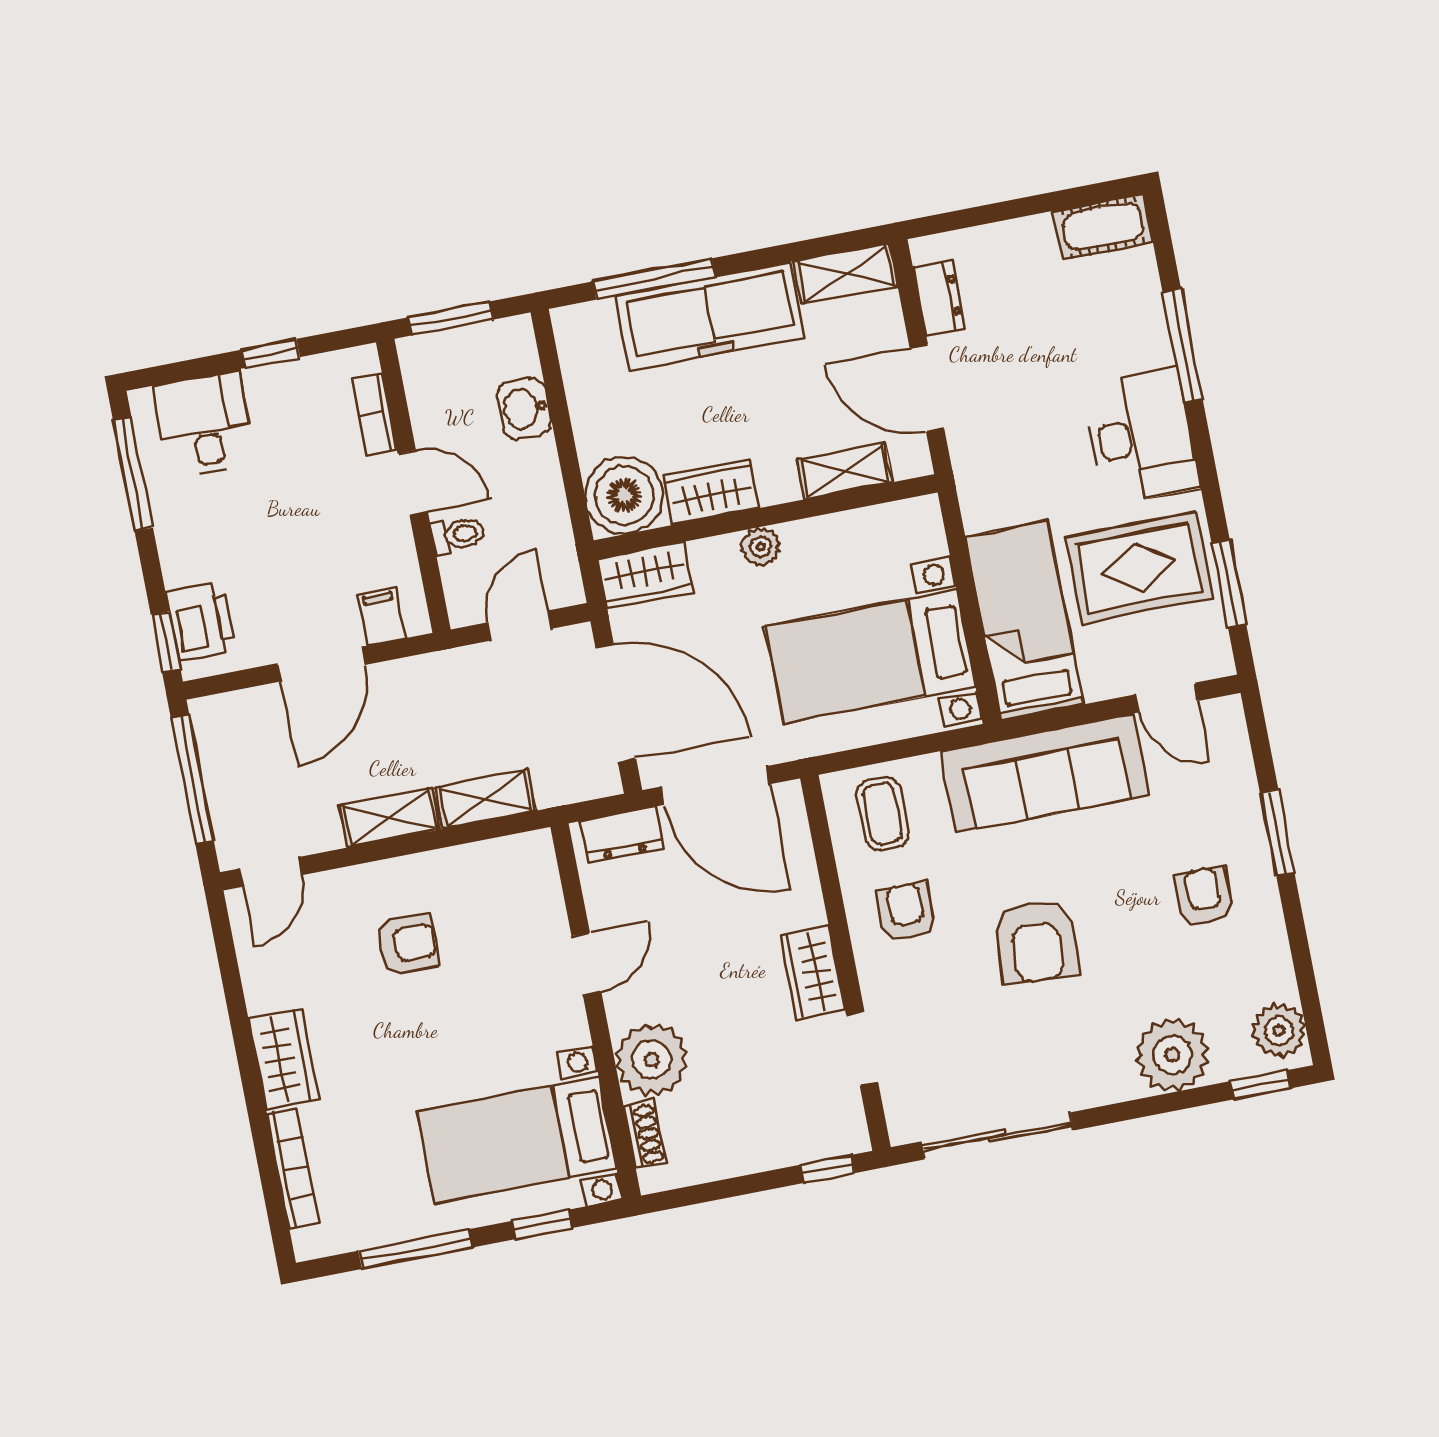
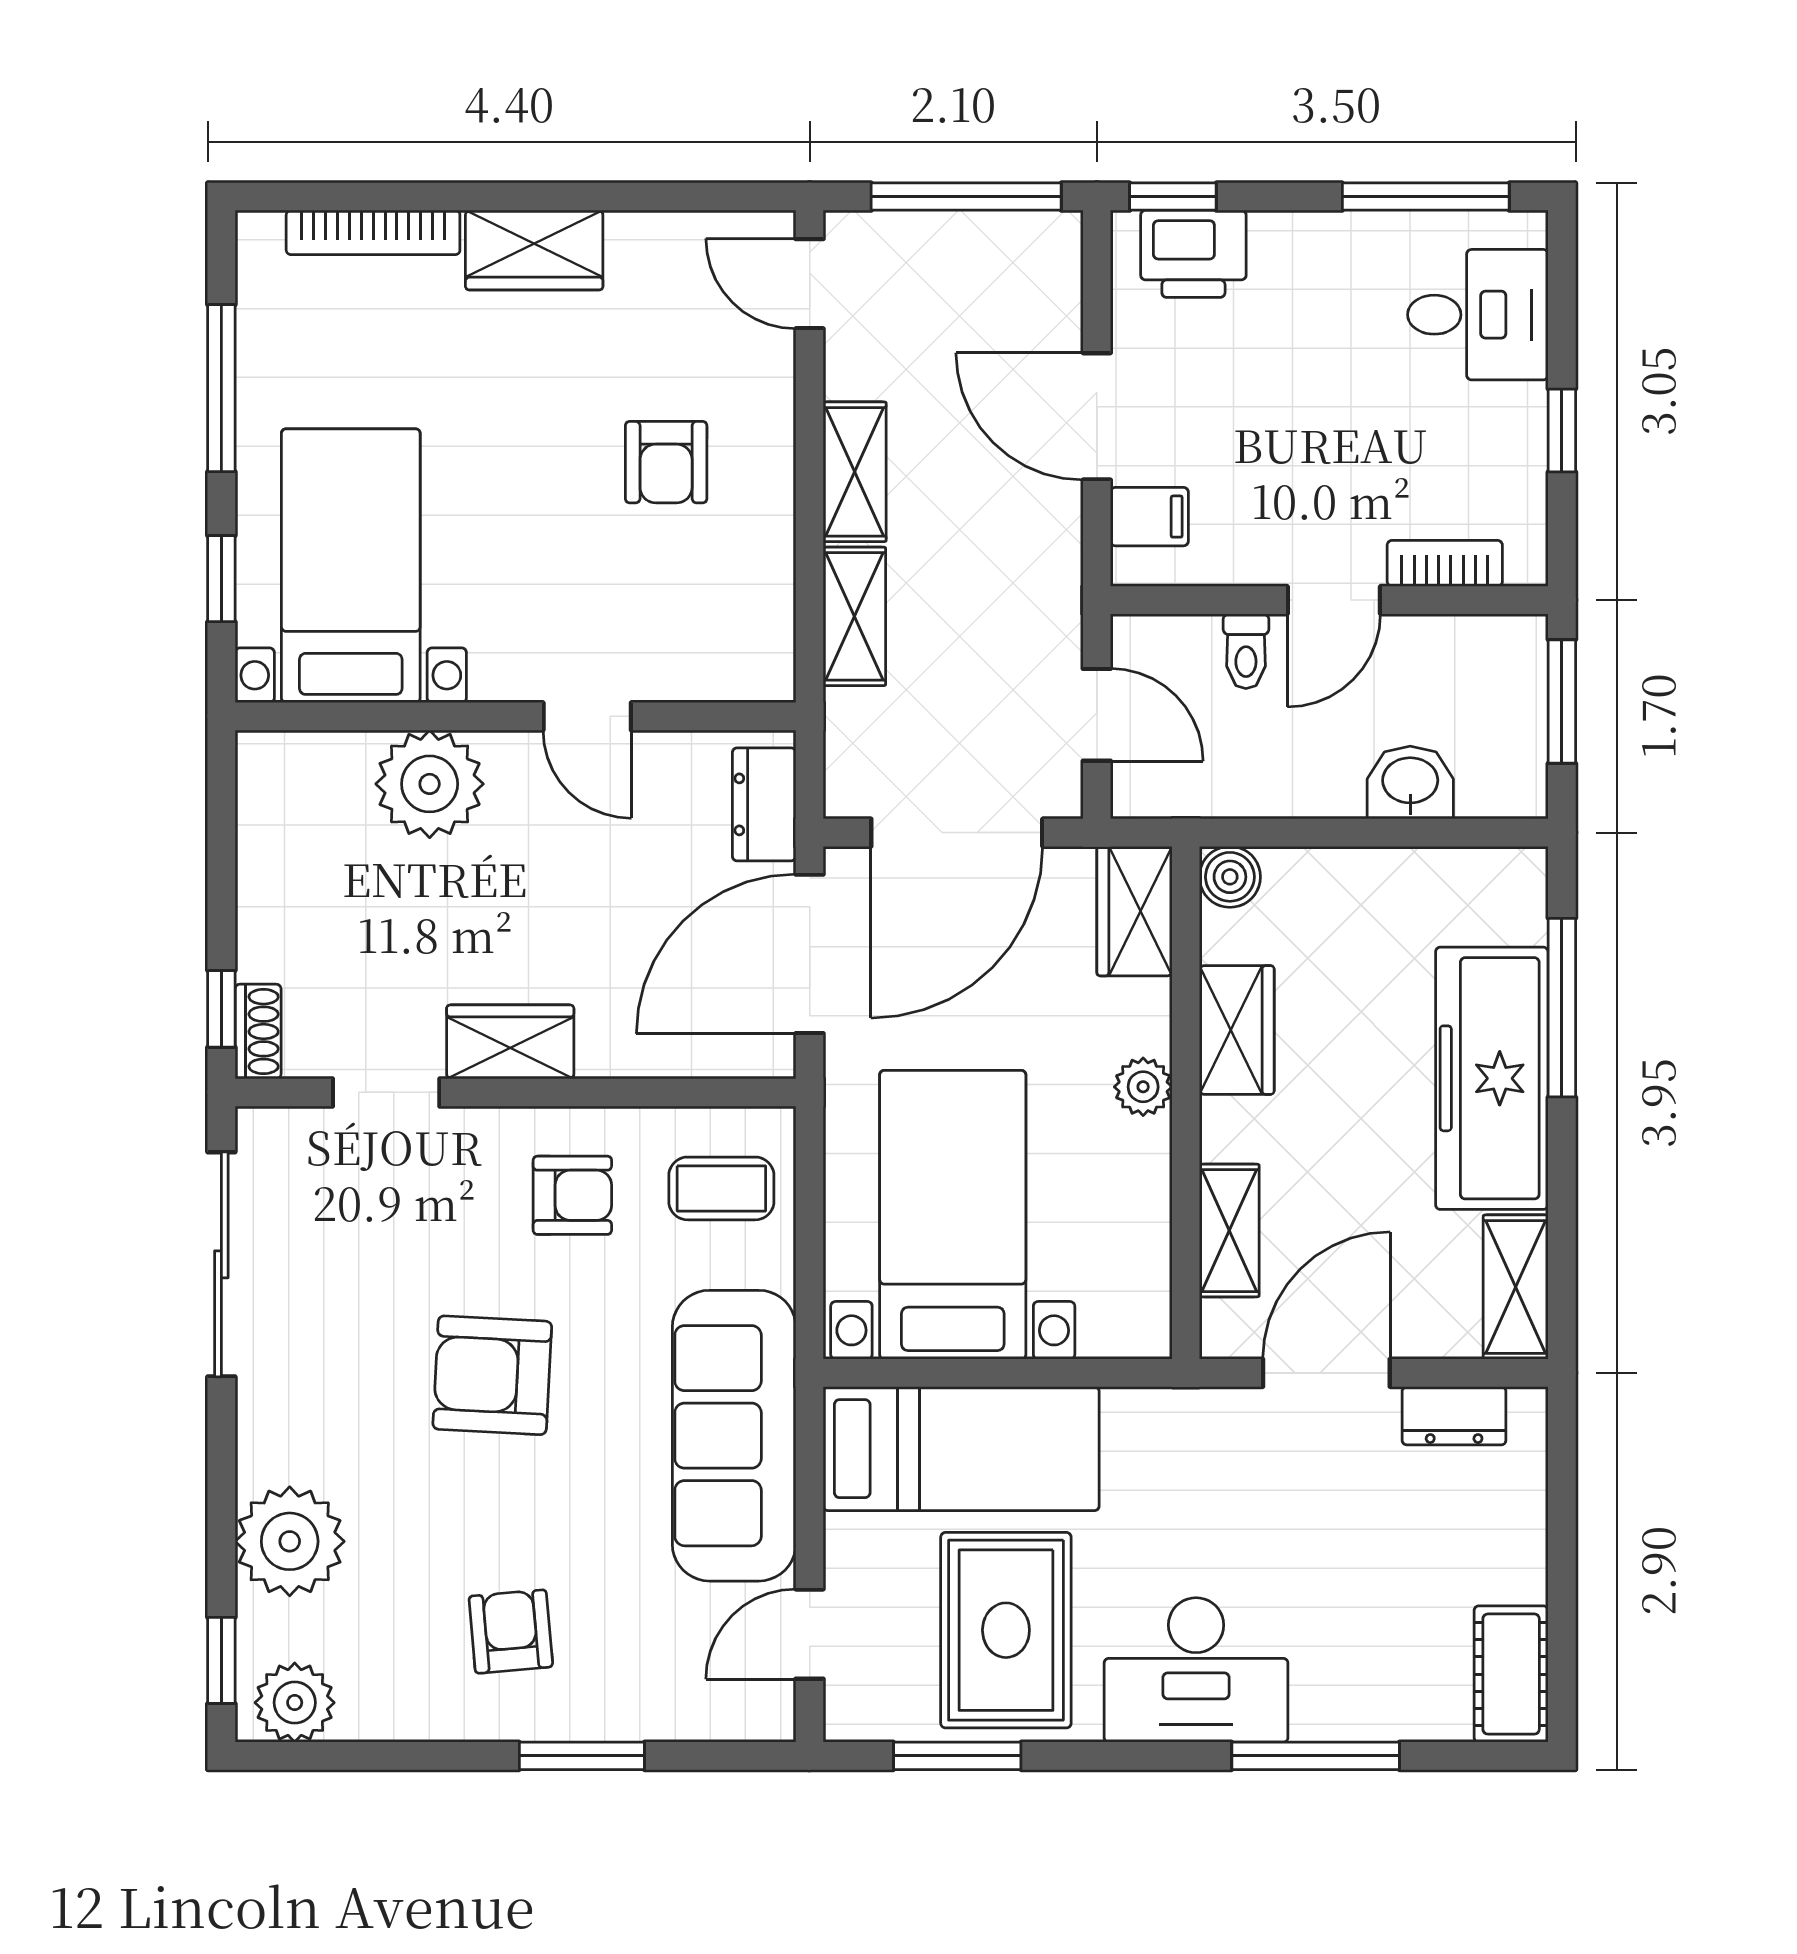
boiler: (624, 495) -> (1230, 877), width x0.54, depth x0.54
armchair: (1204, 896) -> (511, 1632), turned -95
shoe rack: (645, 1134) -> (258, 1032), moved, turned -90

